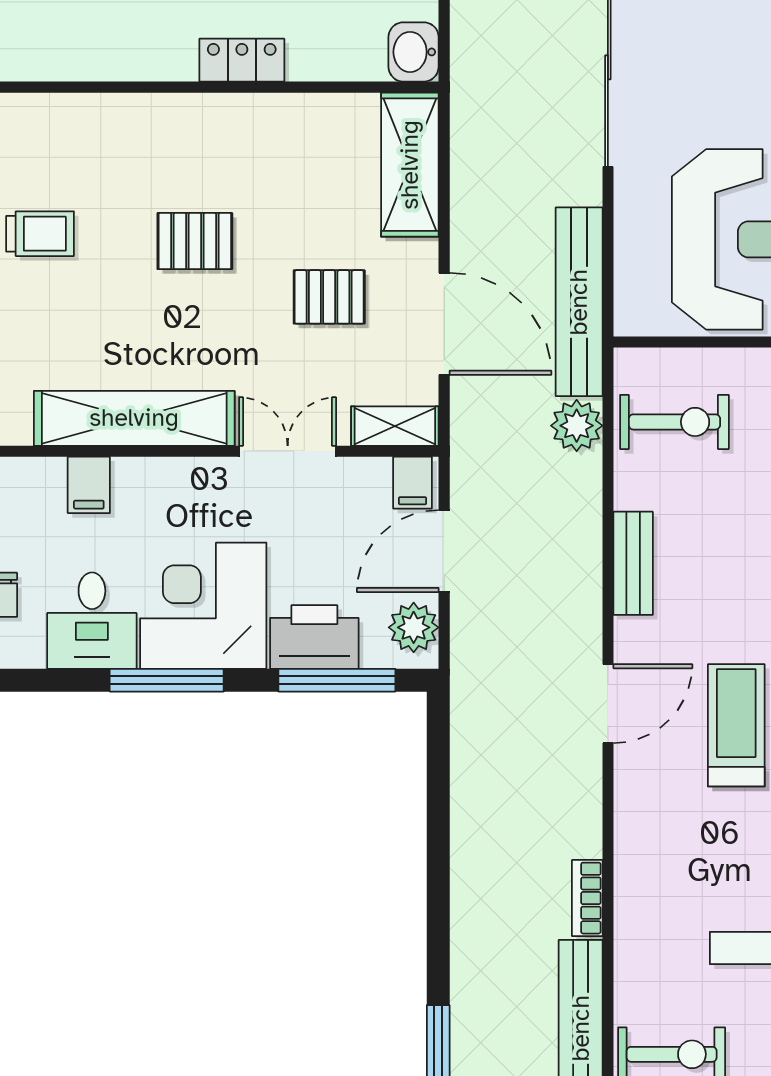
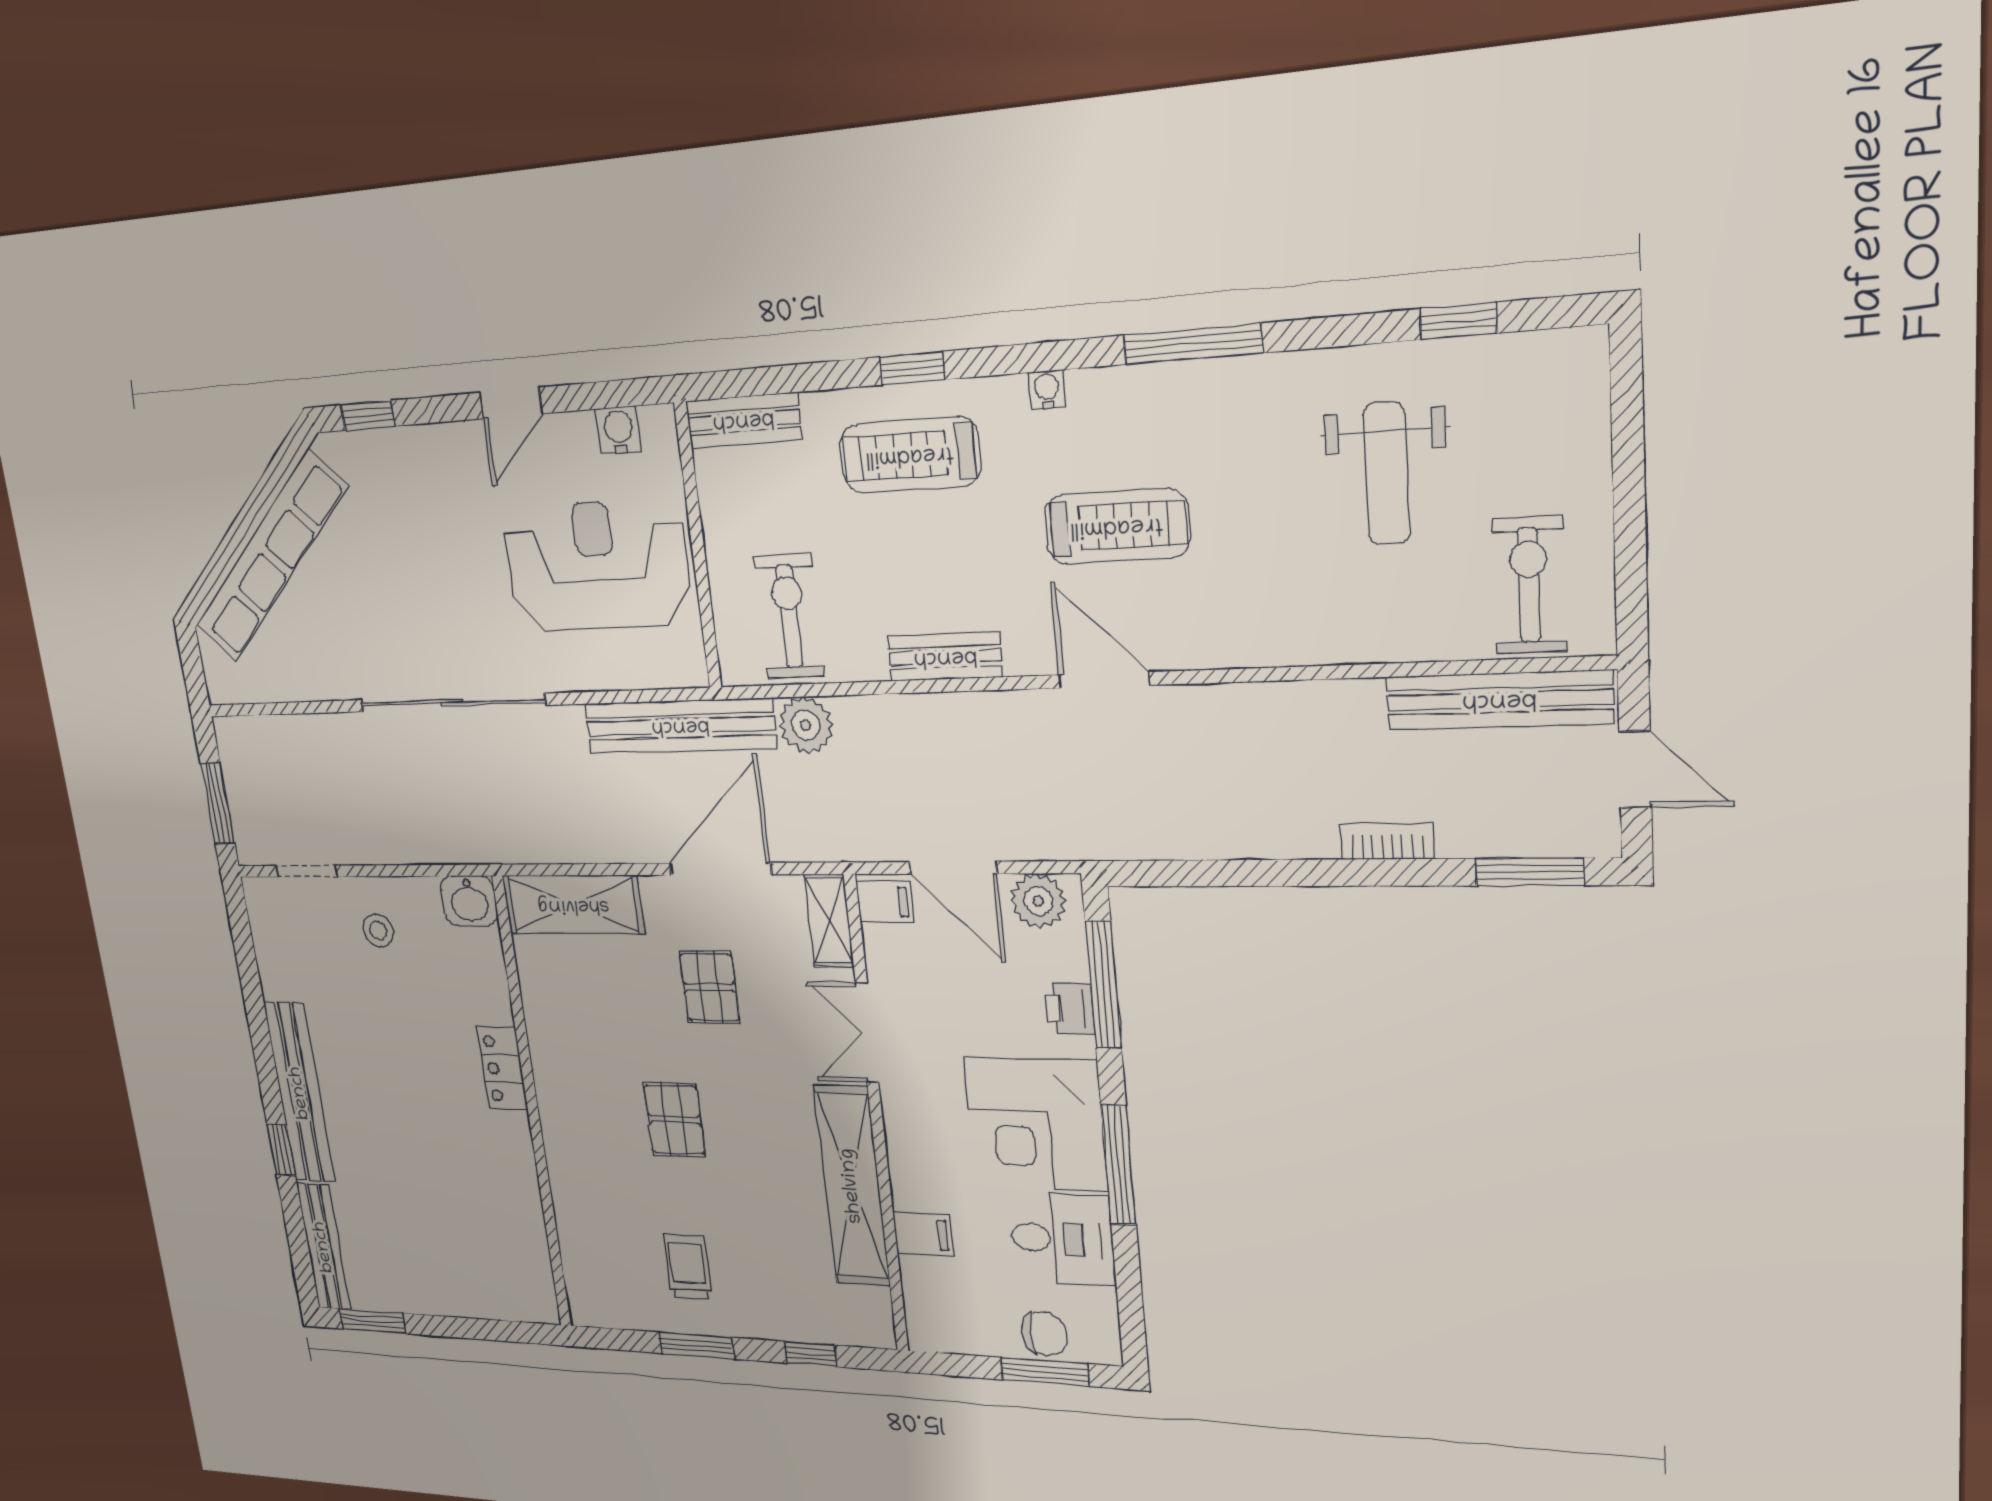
printer: (314, 637) -> (1069, 1009), width x0.53, depth x0.68
treadmill: (736, 725) -> (1117, 526), turned 180
bookcase: (587, 898) -> (1387, 841), moved, turned 180

